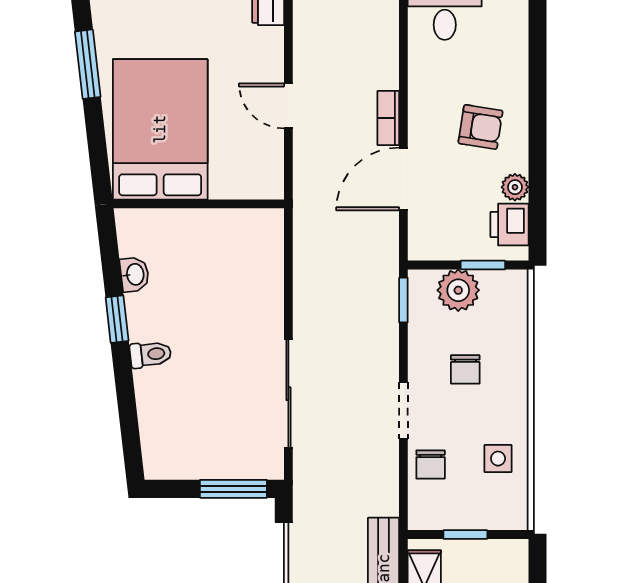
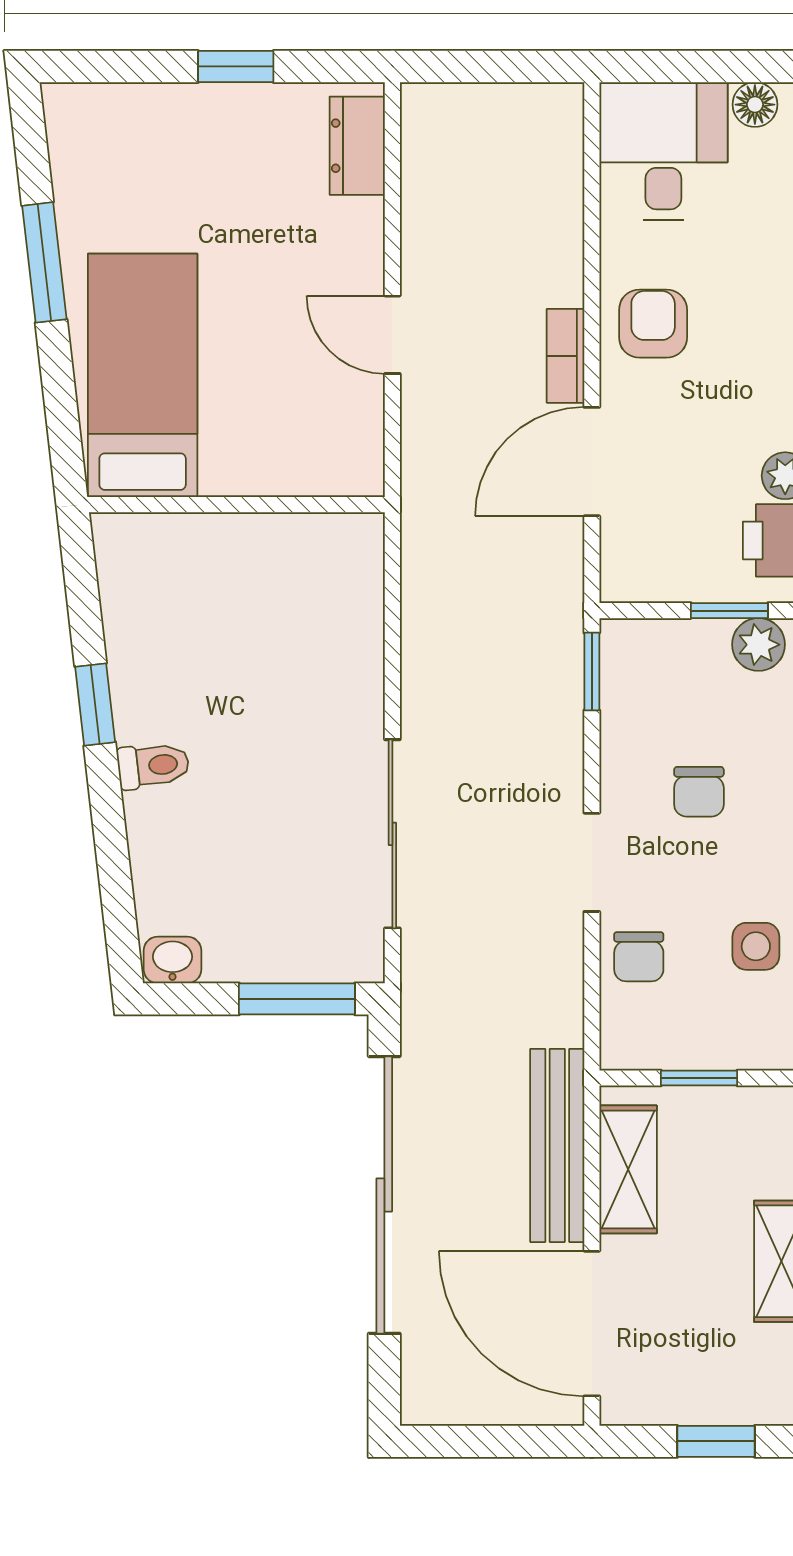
armchair: (480, 127) -> (653, 324), moved, turned -99
bed: (160, 129) -> (143, 375), width x0.67
washbasin: (134, 274) -> (172, 960), moved, turned -83
plant: (458, 290) -> (758, 645), moved, width x0.73, depth x0.73

